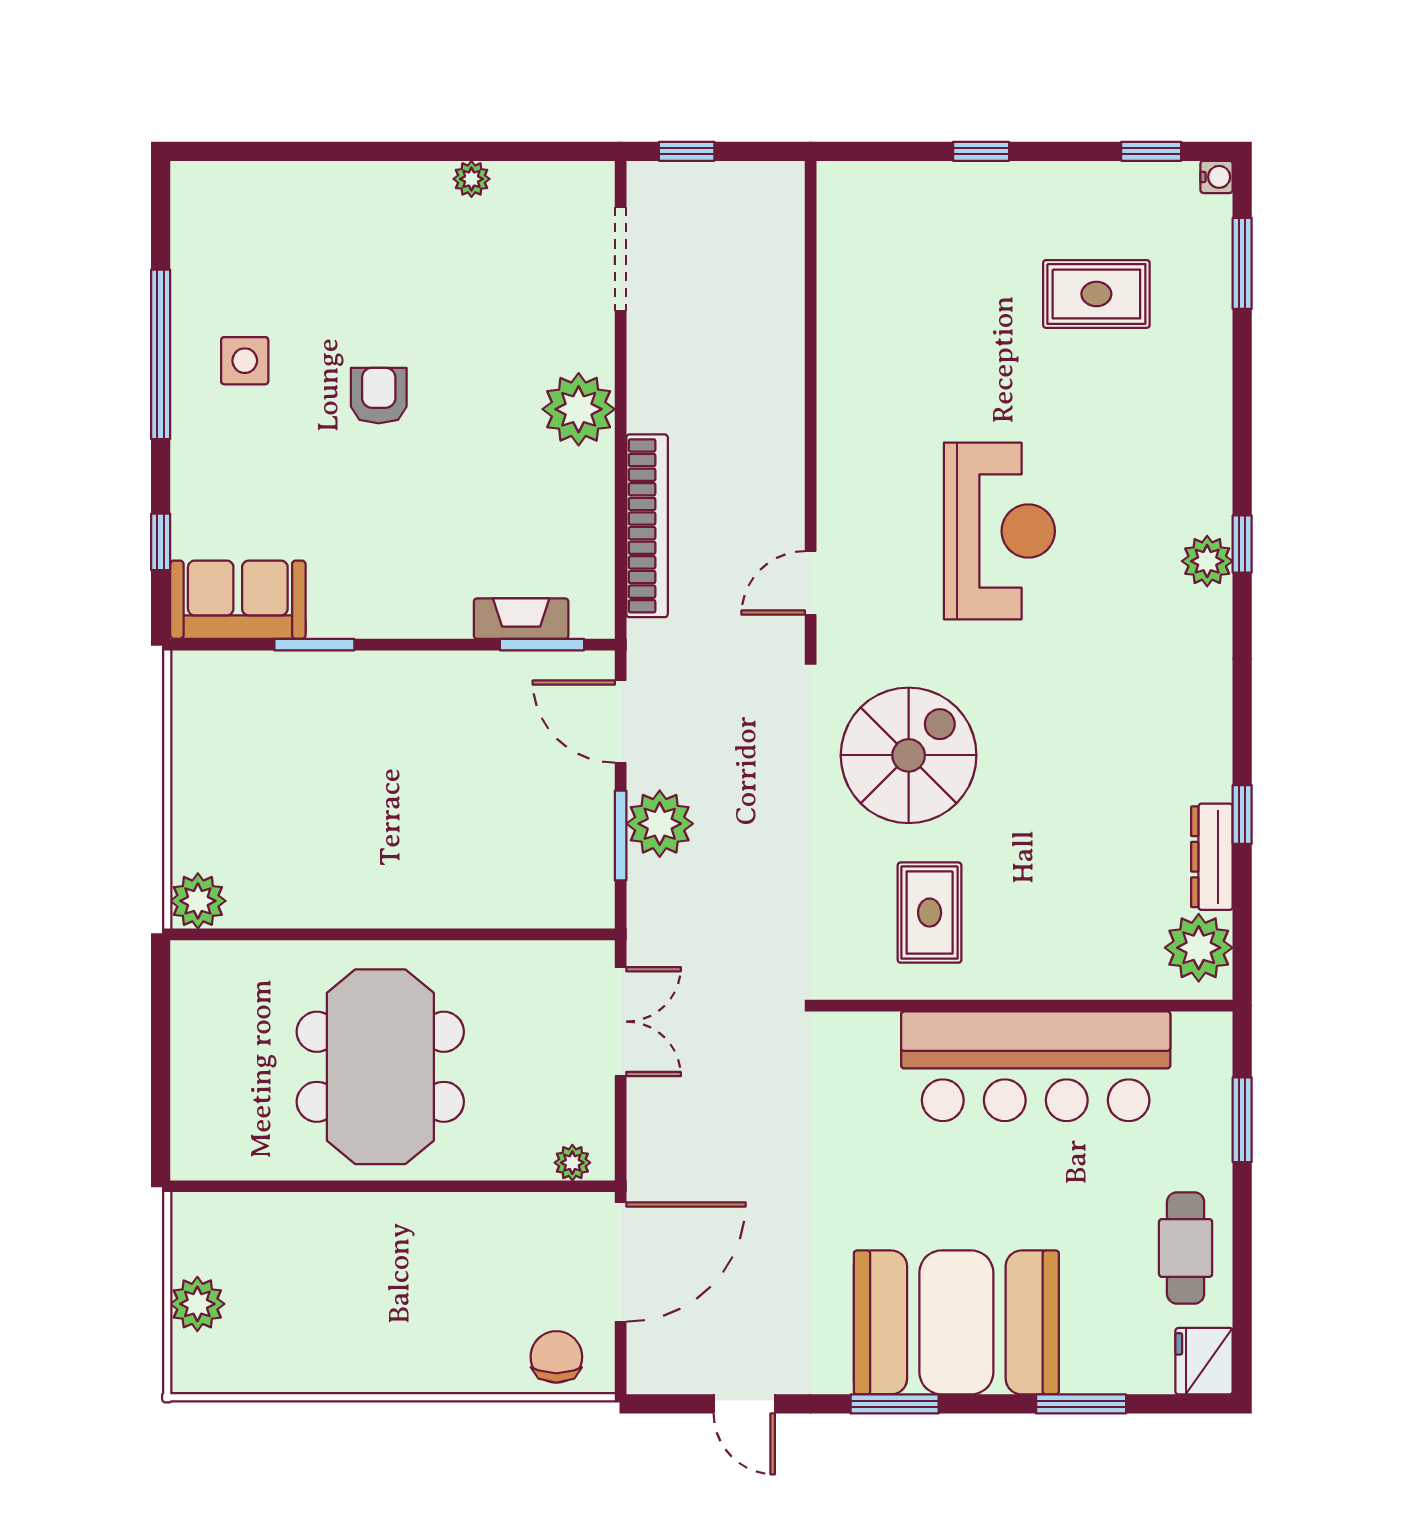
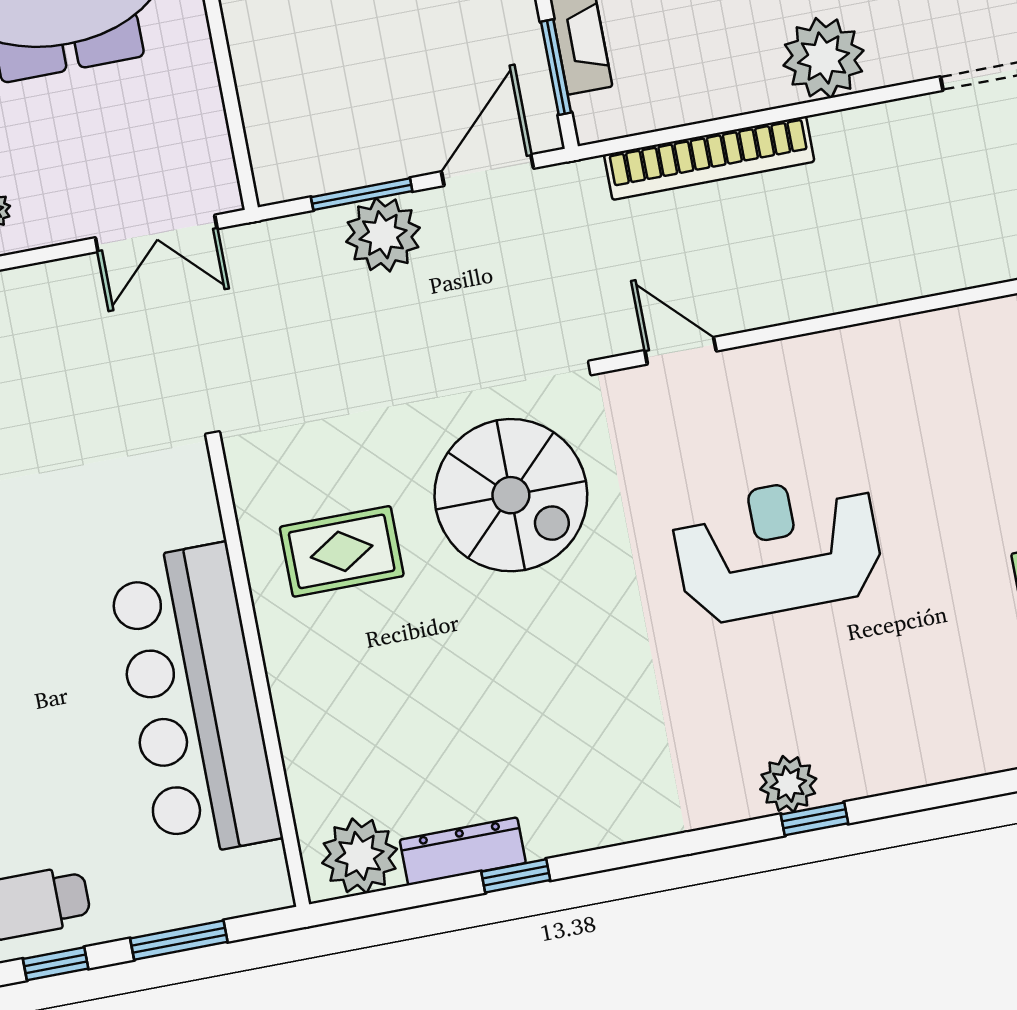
reception desk: (999, 531) -> (778, 548), turned 180
window: (1242, 1231) -> (56, 964), added

